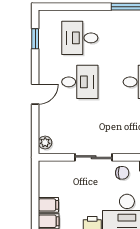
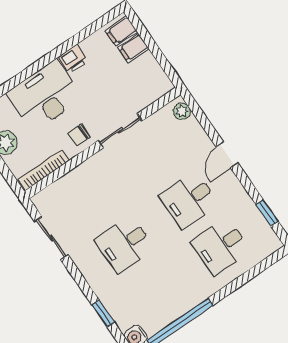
desk: (80, 38) -> (221, 246), turned 180

